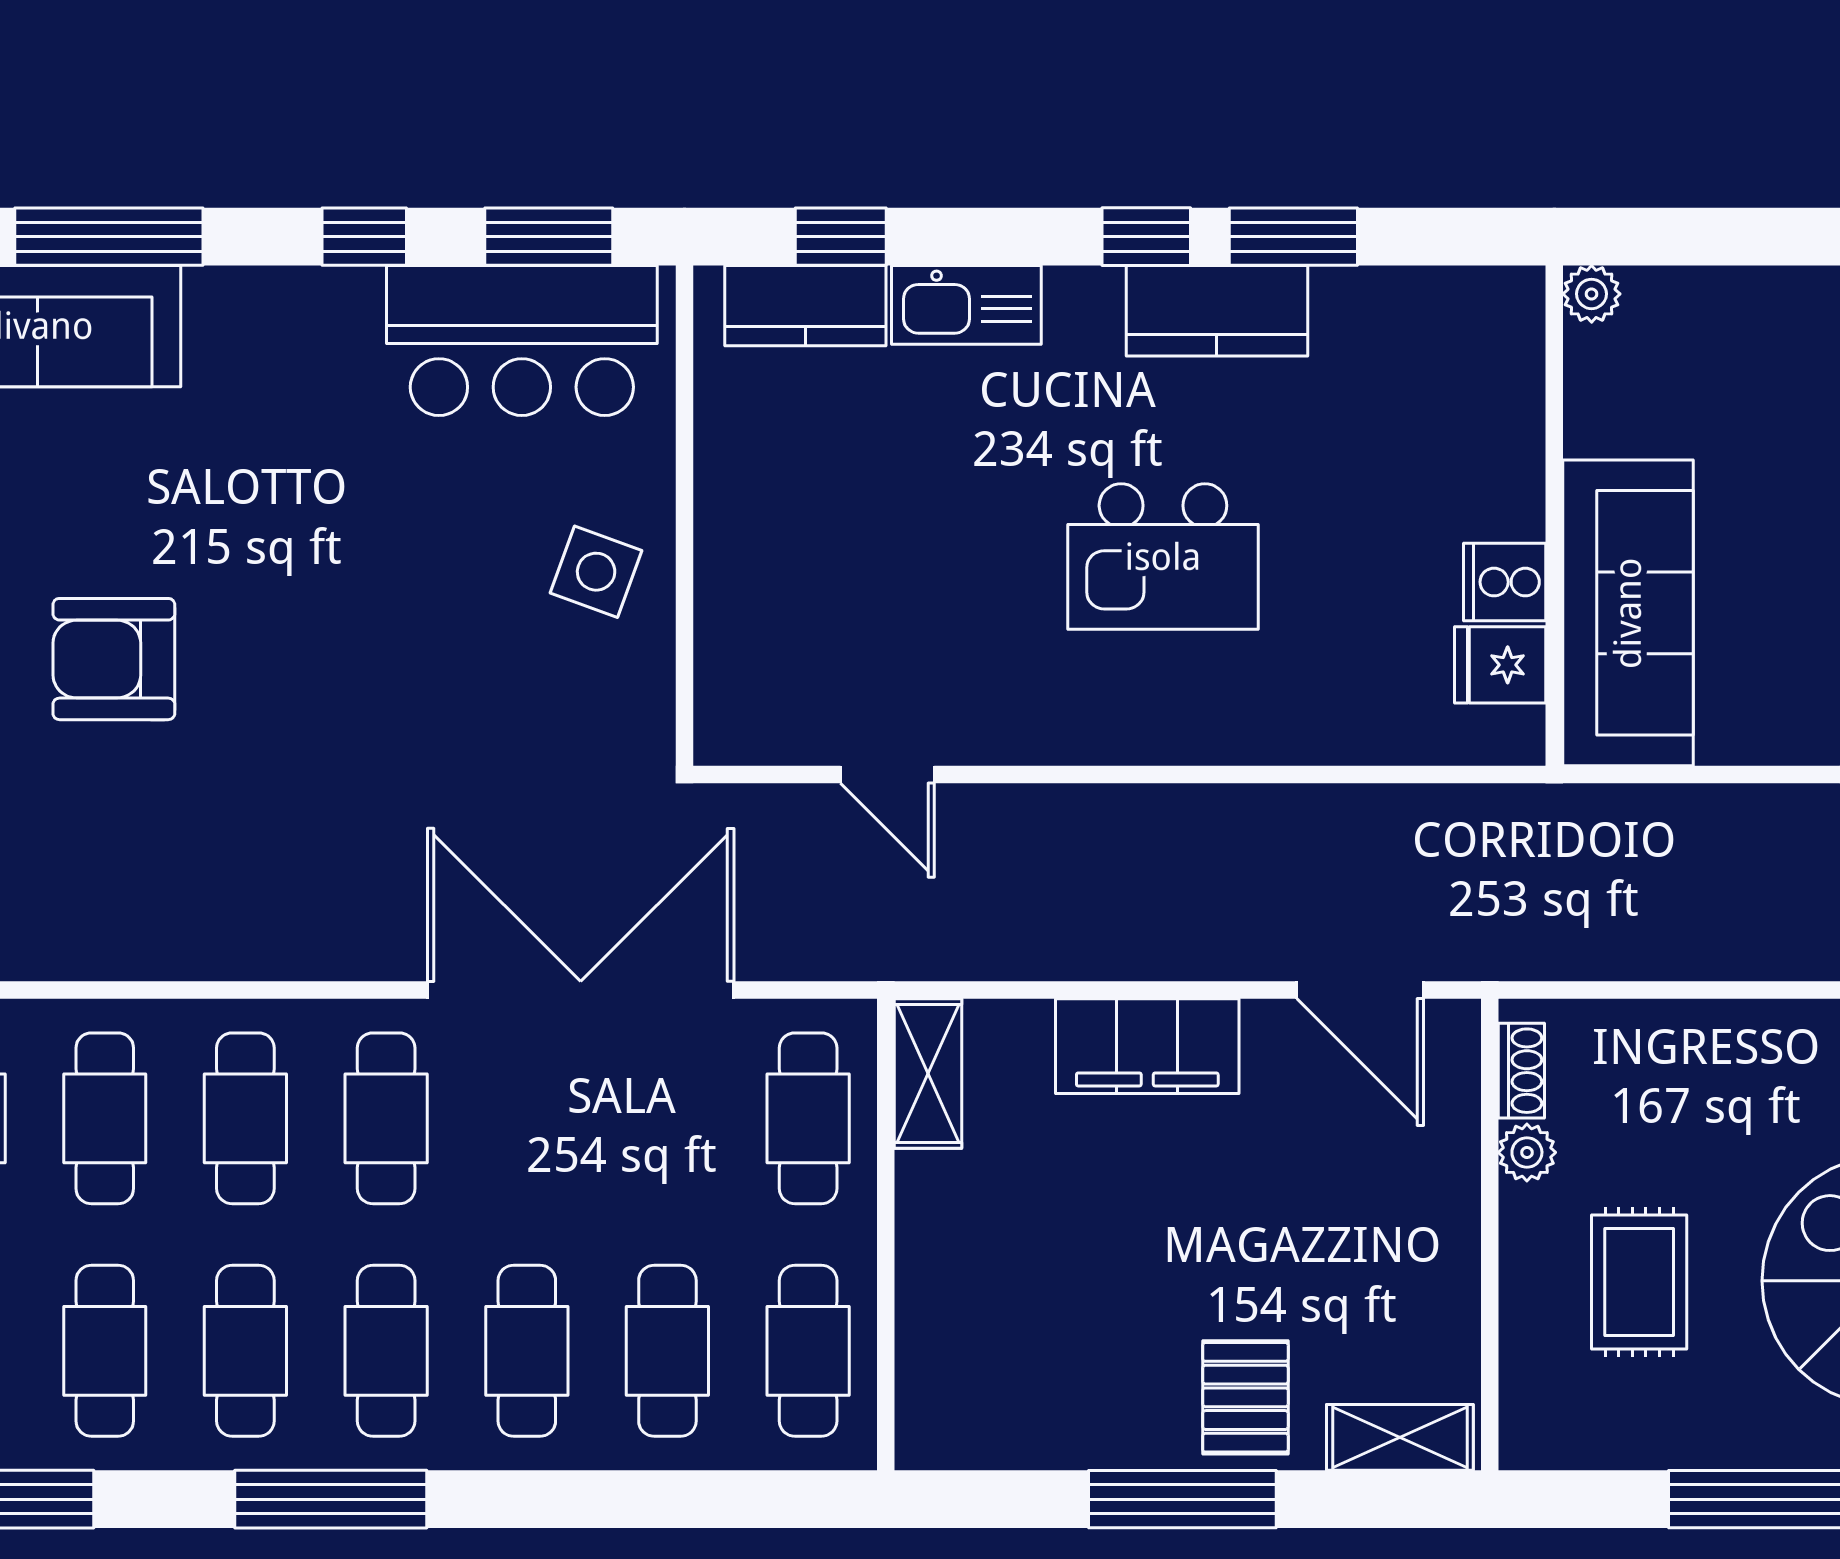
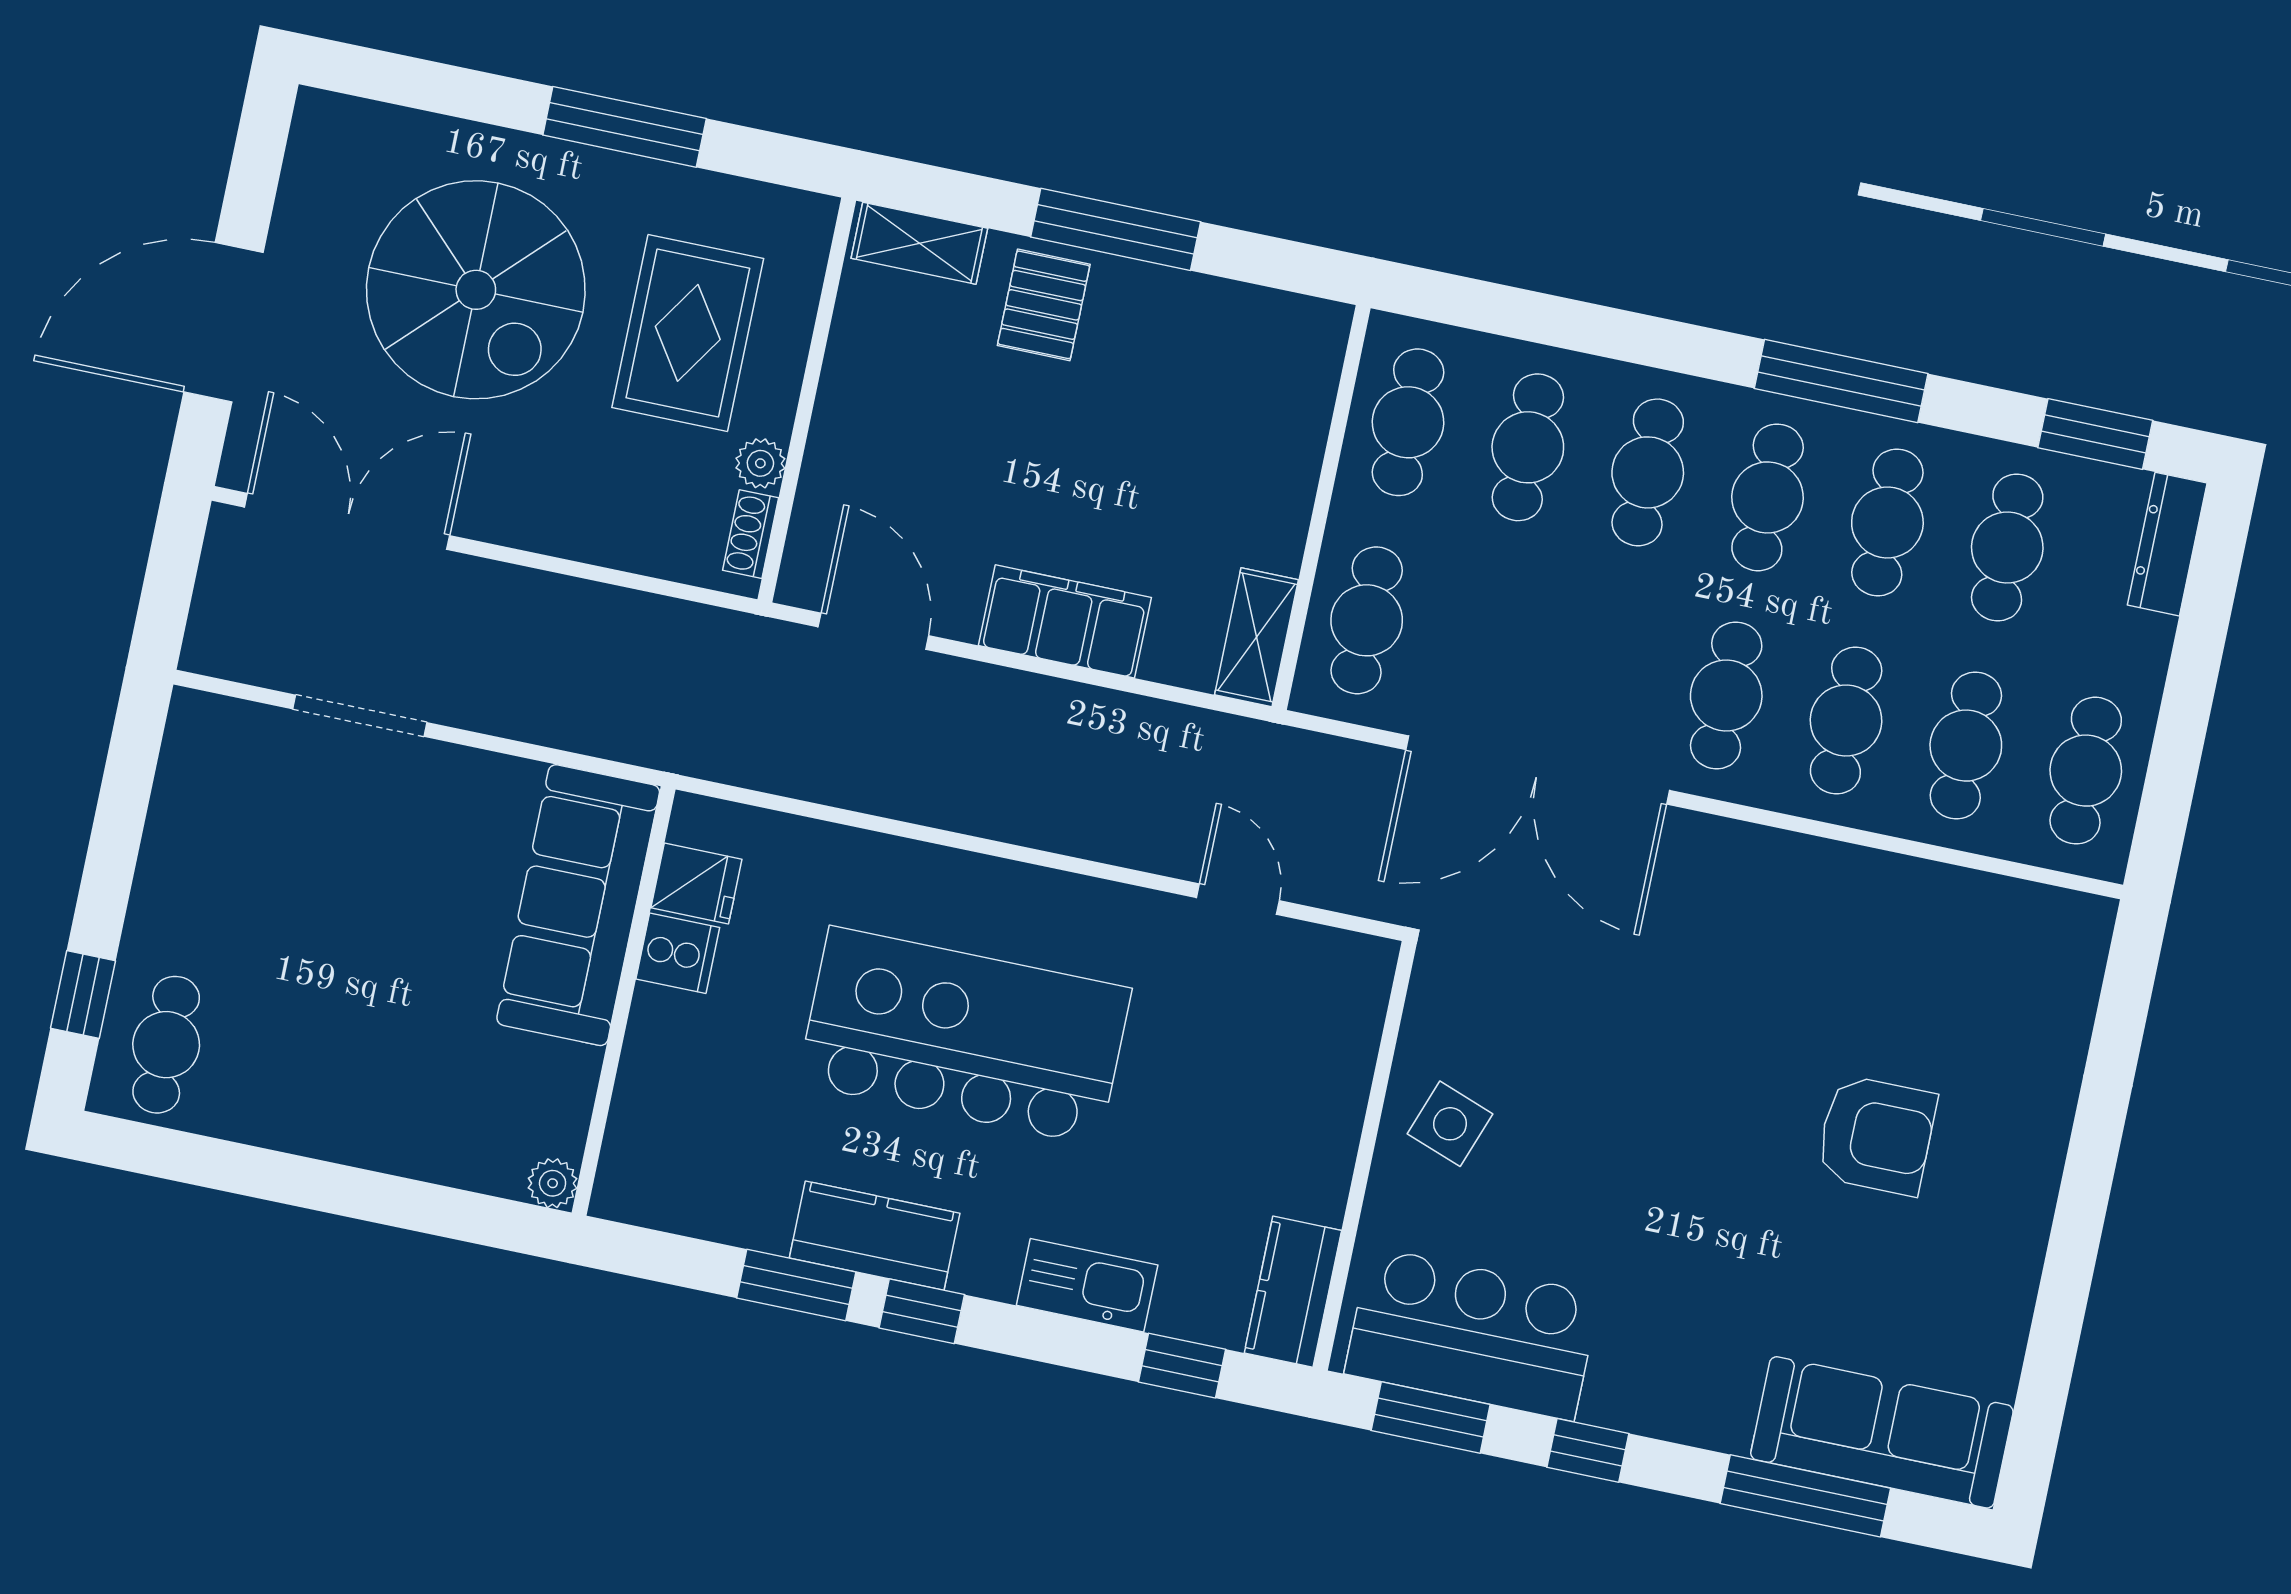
kitchen counter: (805, 306) -> (1293, 1292), moved, turned -90
kitchen island: (1163, 557) -> (964, 1036), width x1.87, depth x1.28
rug: (1639, 1282) -> (688, 333), width x1.36, depth x1.43

